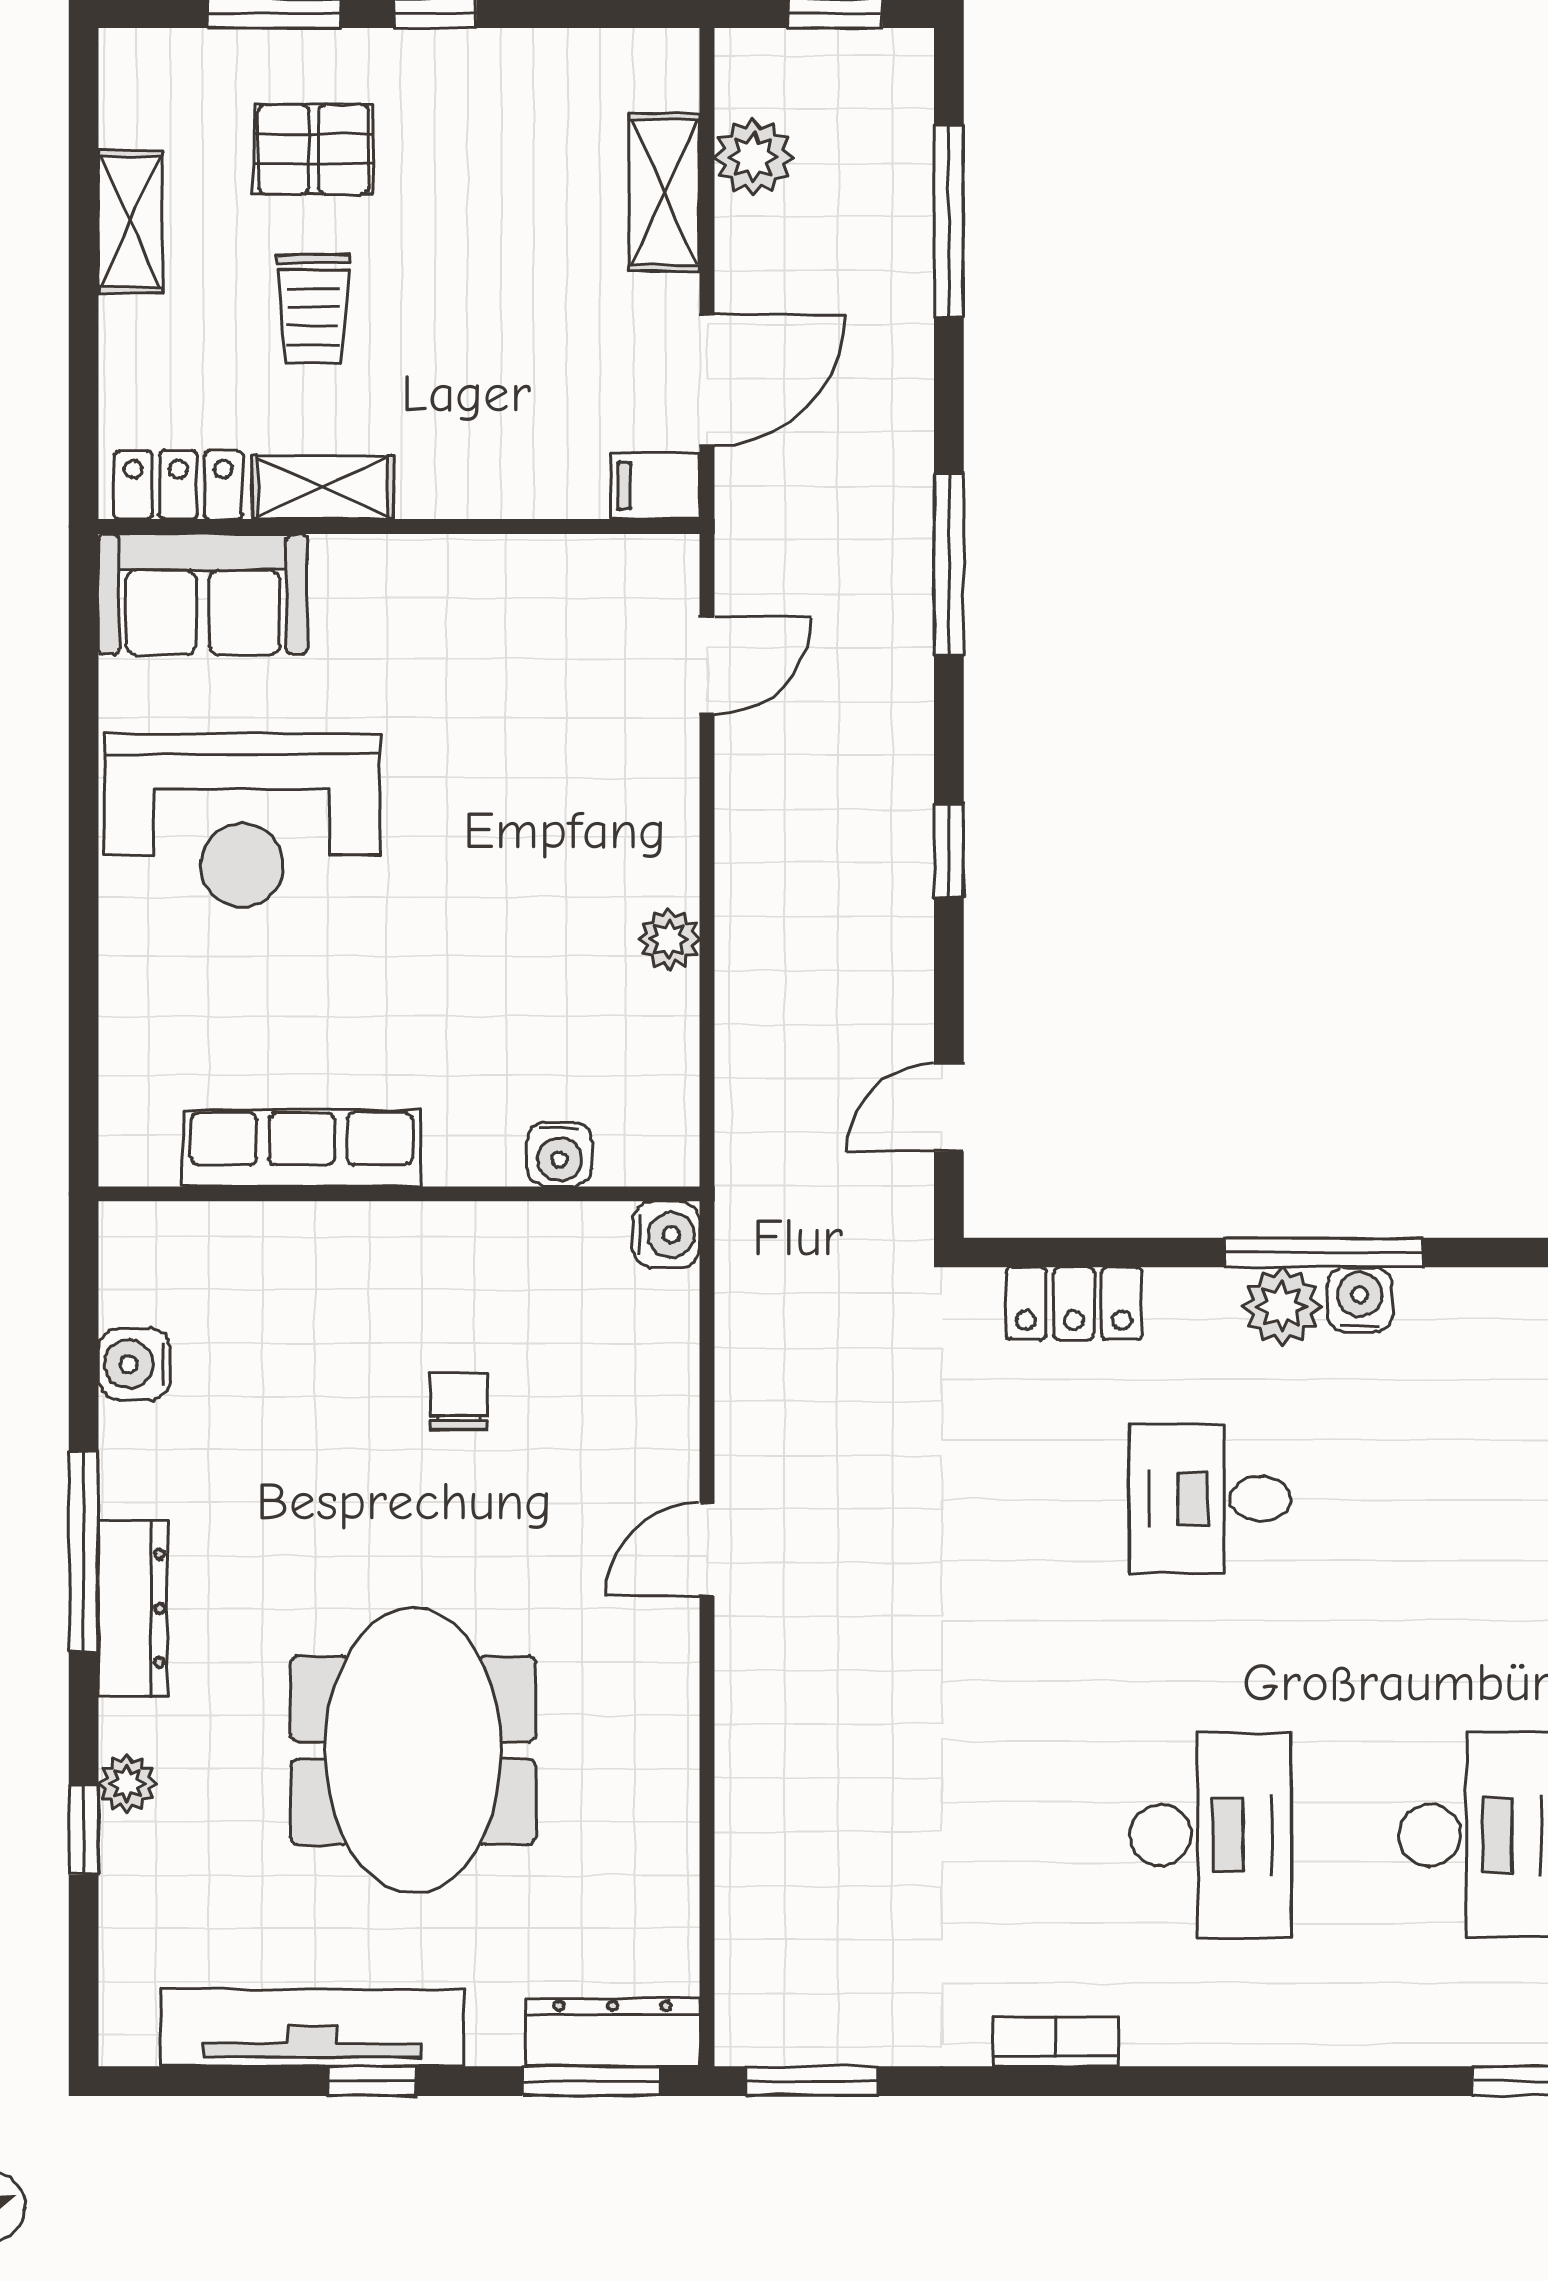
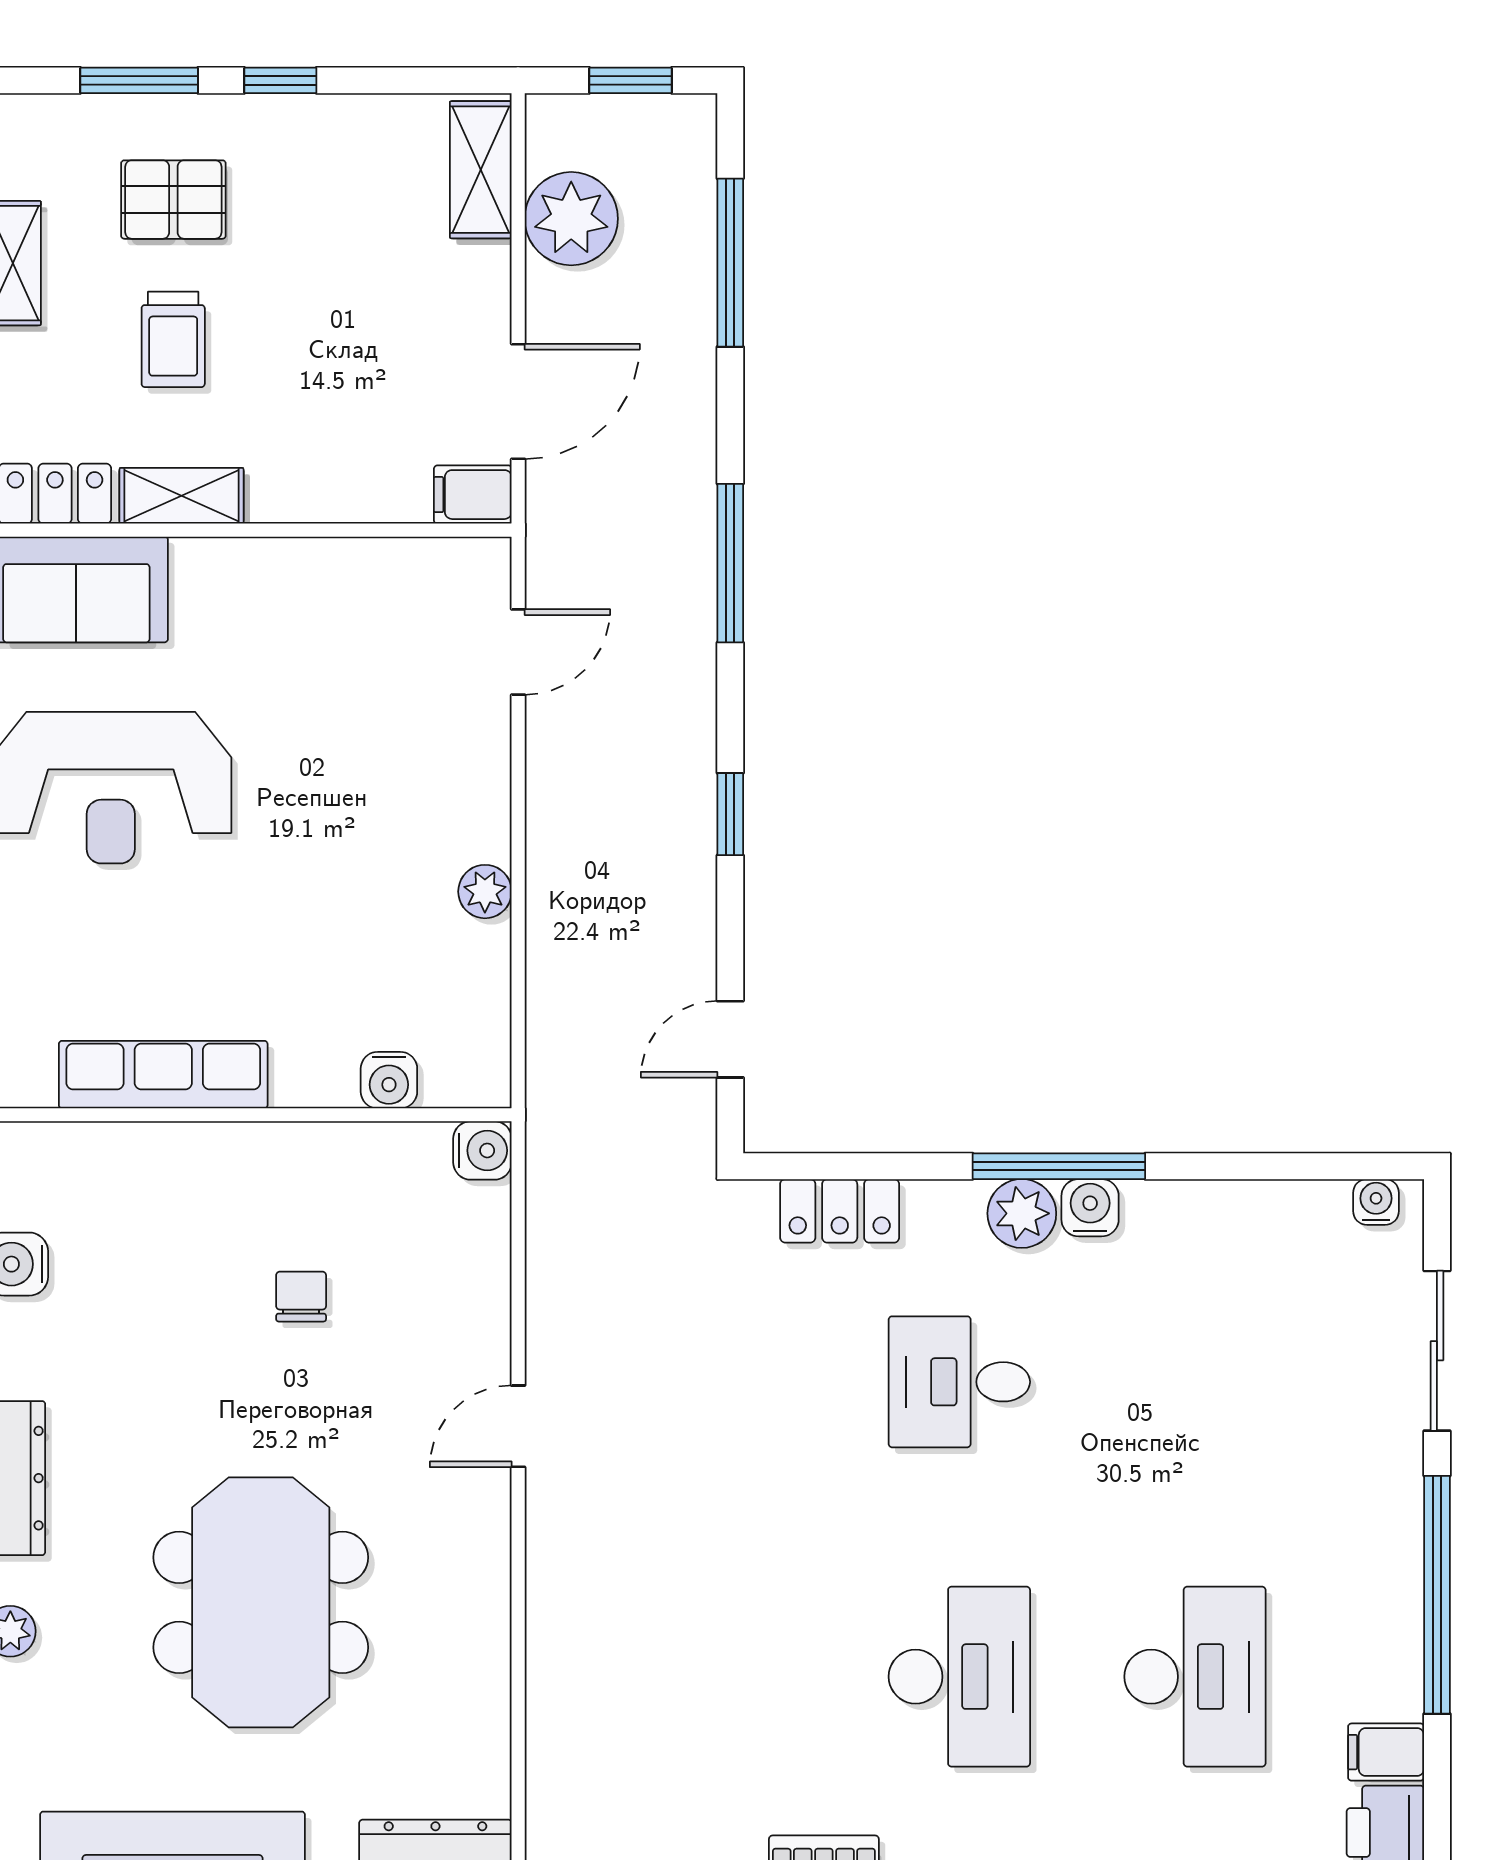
plant: (753, 157) -> (571, 219), width x1.36, depth x1.36
shelving: (664, 192) -> (481, 170), moved

